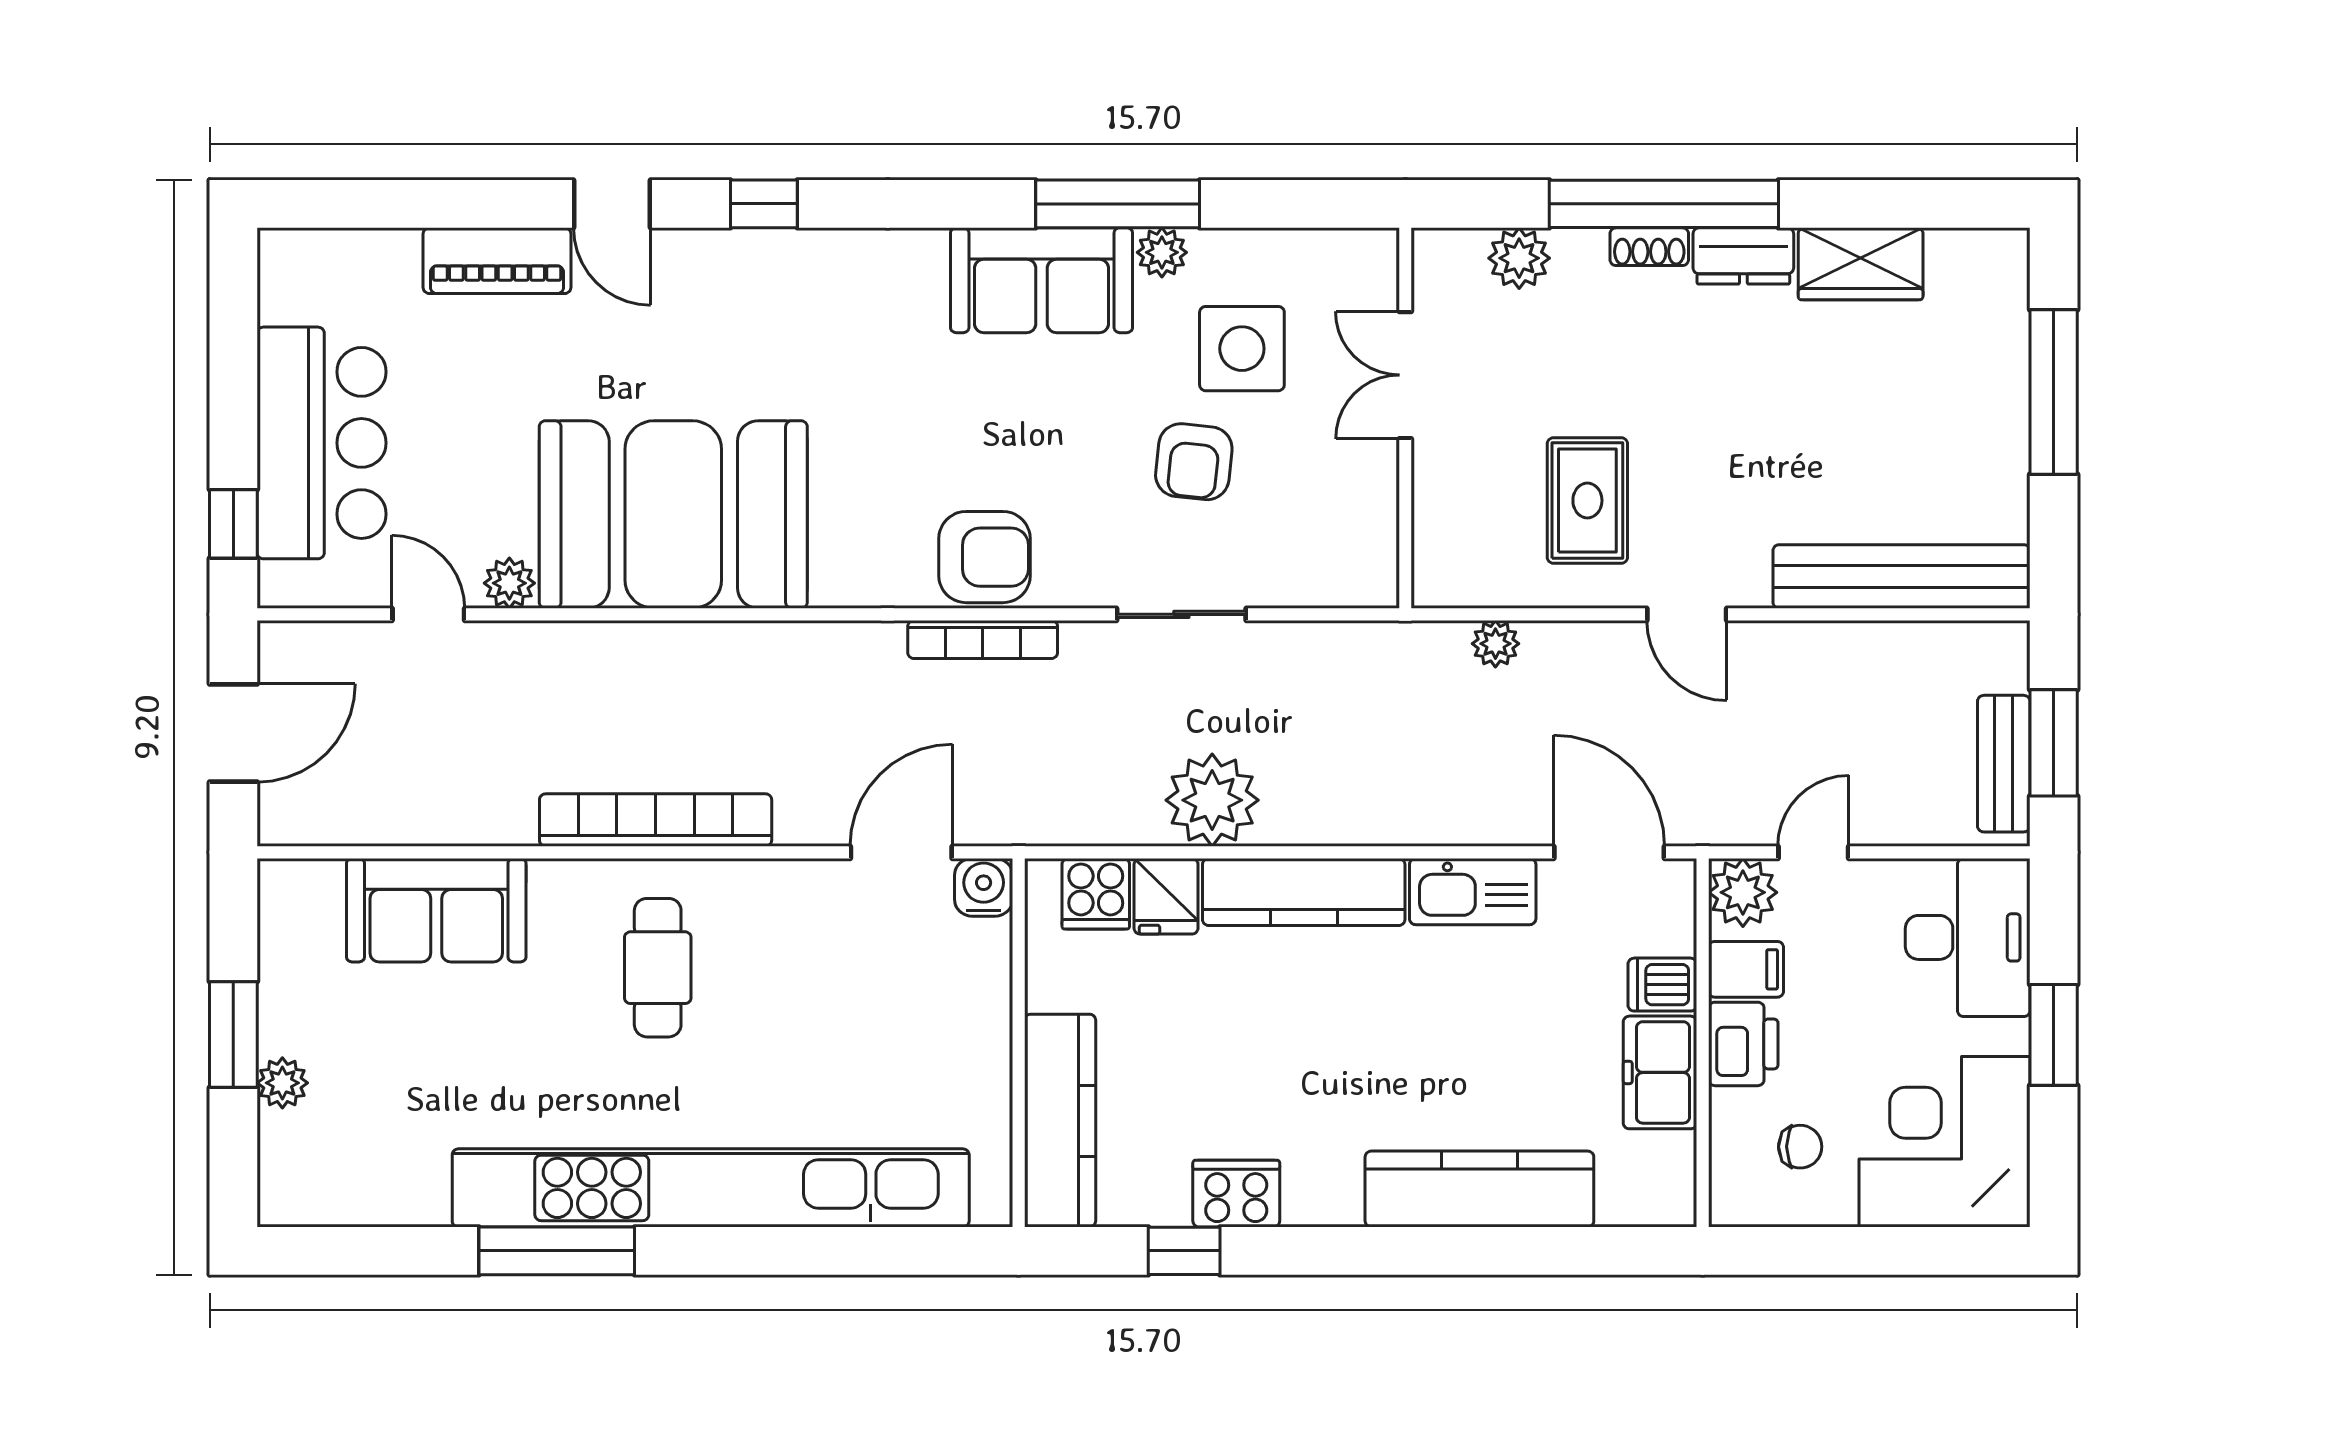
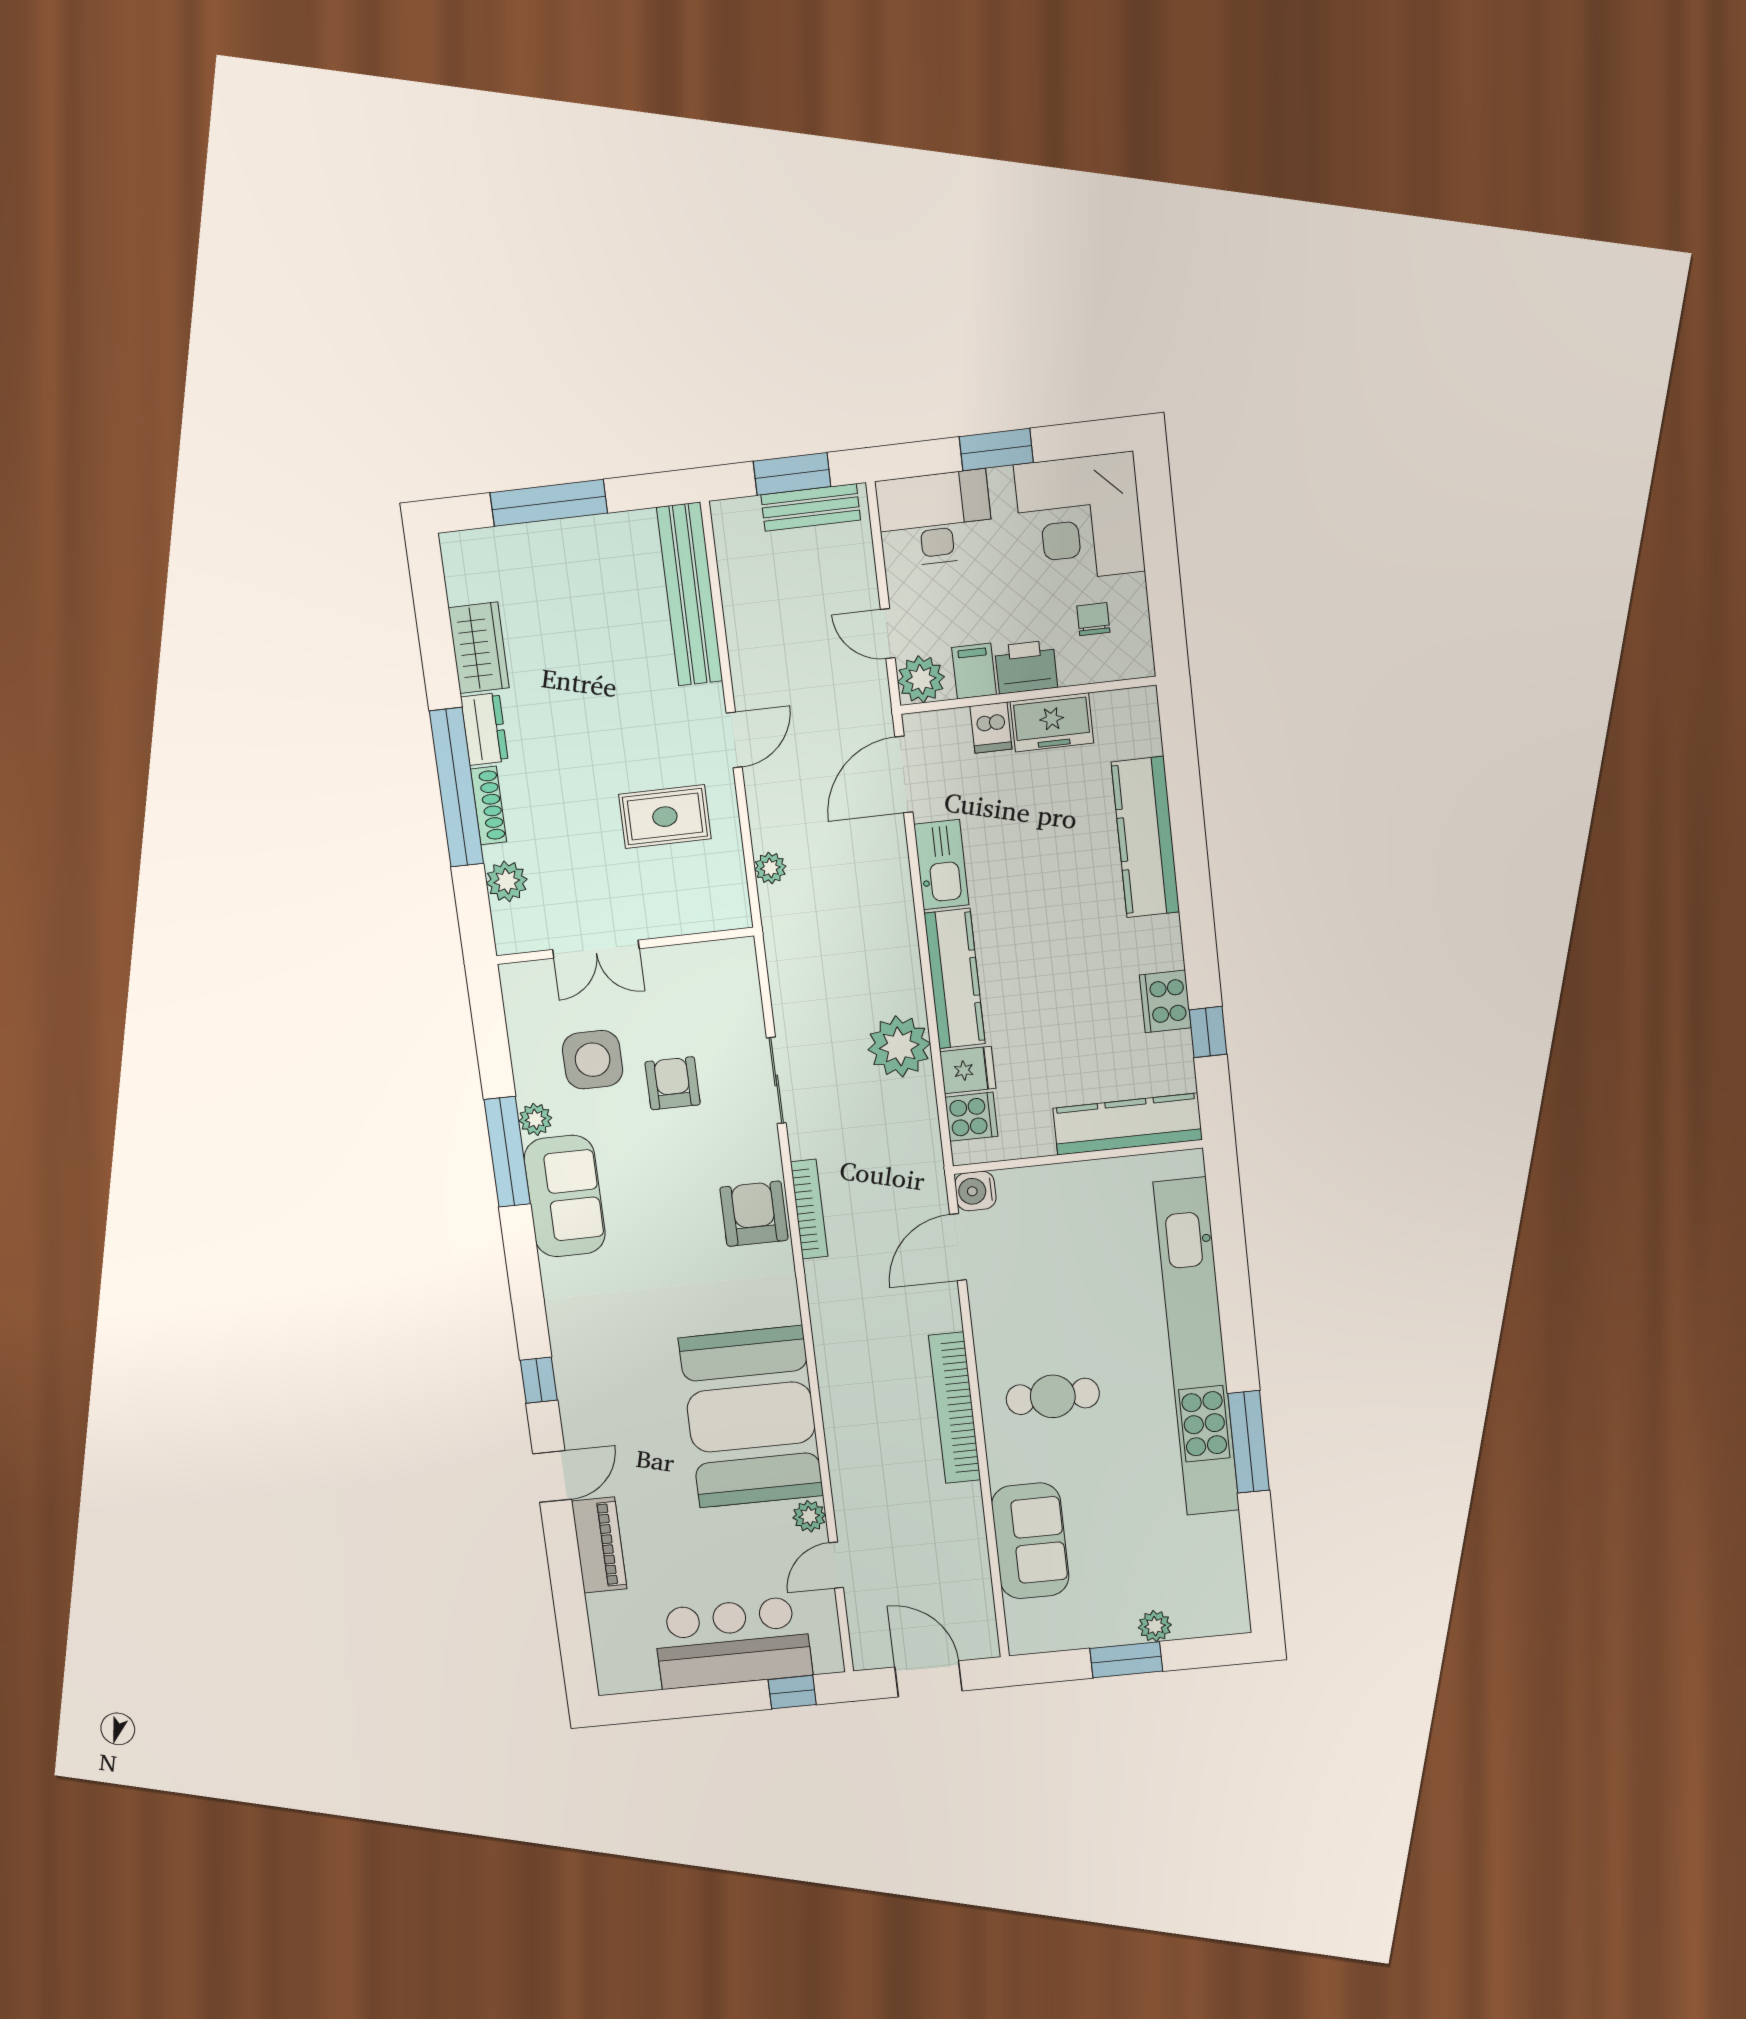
shoe rack: (1649, 247) -> (488, 805), width x1.43
armchair: (1194, 462) -> (673, 1083), turned -96
door: (901, 852) -> (958, 1247), hinge flipped

